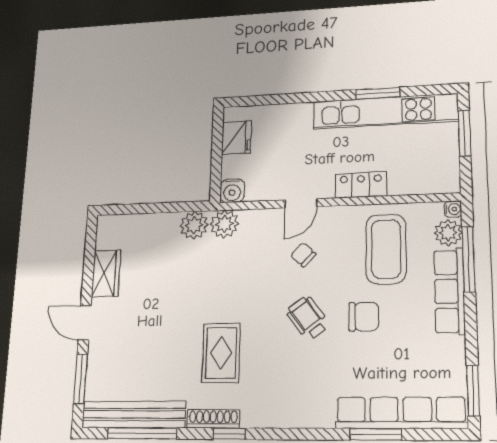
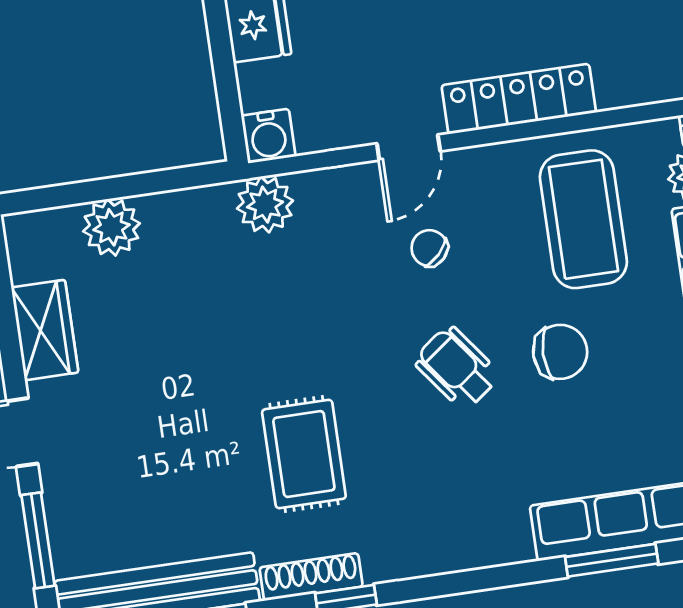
locker: (361, 185) -> (519, 99), width x1.53
plant: (194, 225) -> (111, 227), moved

